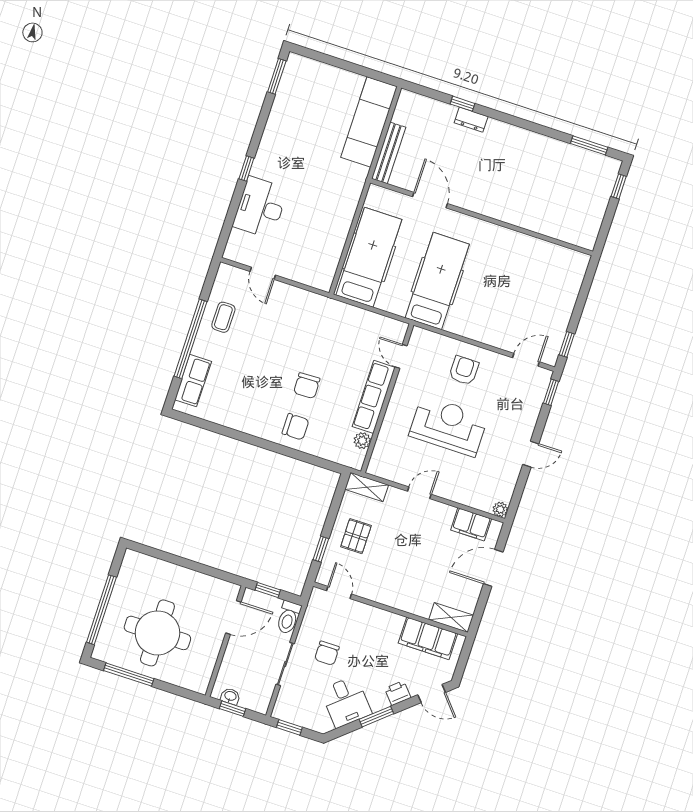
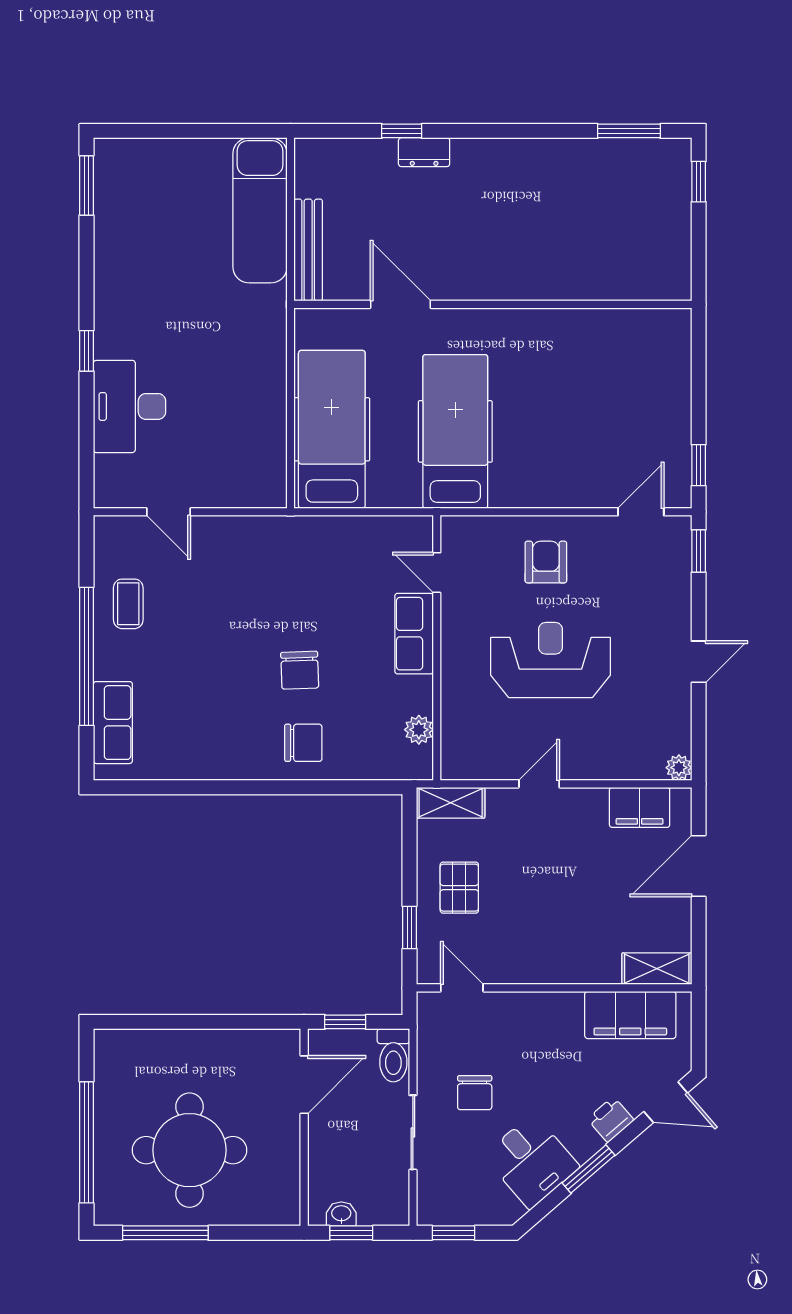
row of seats: (374, 397) -> (414, 634), width x0.68

